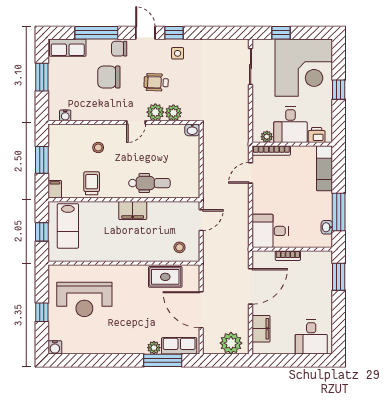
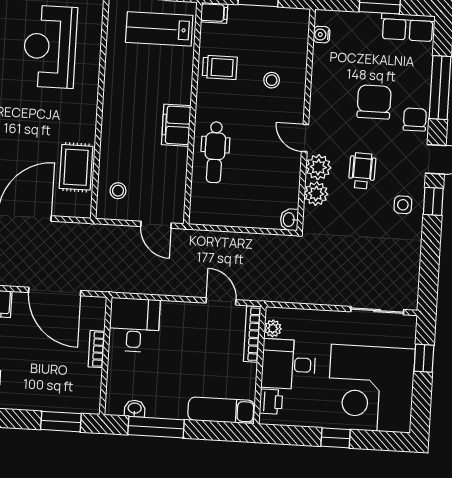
row of seats: (68, 48) -> (408, 27), moved, turned -90

